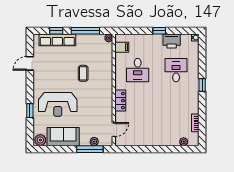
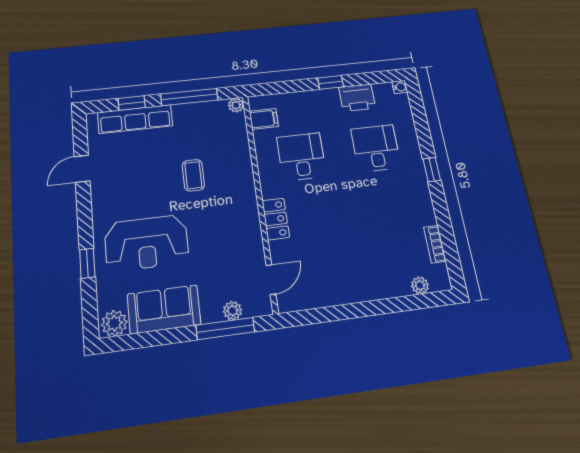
desk: (138, 70) -> (302, 157), turned 180

